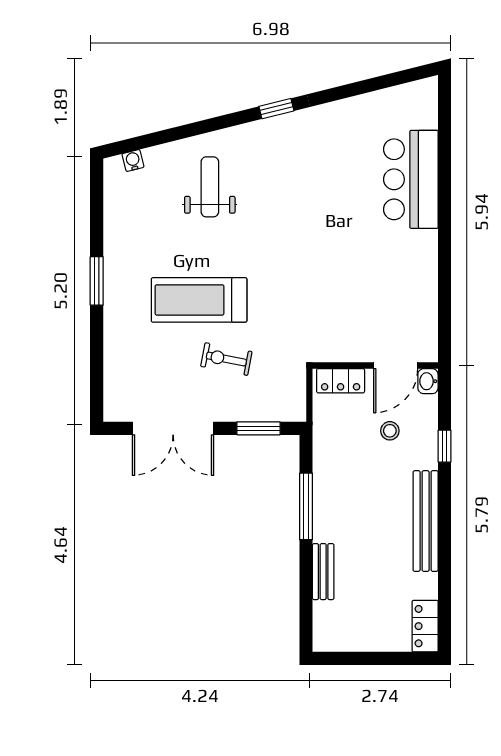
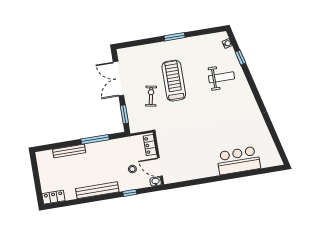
window: (276, 109) -> (240, 58), moved
bench: (323, 572) -> (69, 151), width x1.36

